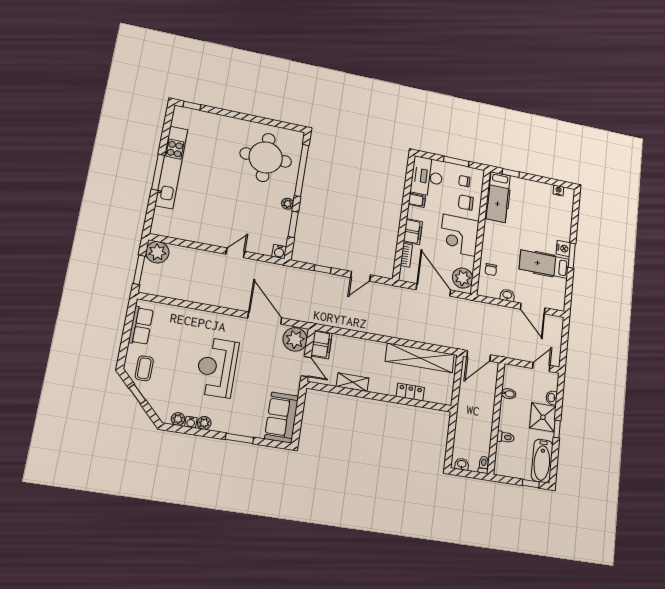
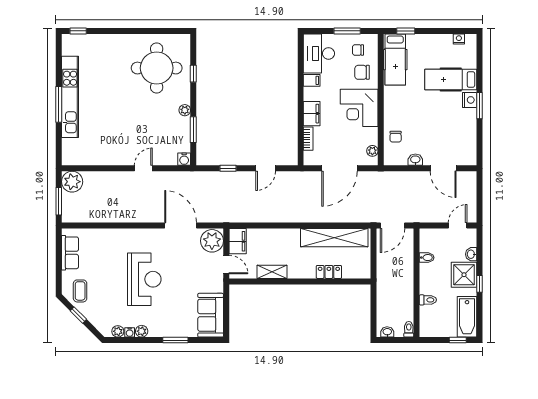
window: (302, 170) -> (193, 74), width x0.32
hospital bed: (544, 264) -> (451, 79), moved
plant: (463, 278) -> (372, 151), width x0.53, depth x0.53
door: (433, 290) -> (339, 168), swing flipped
reception desk: (217, 367) -> (144, 279), turned 180

